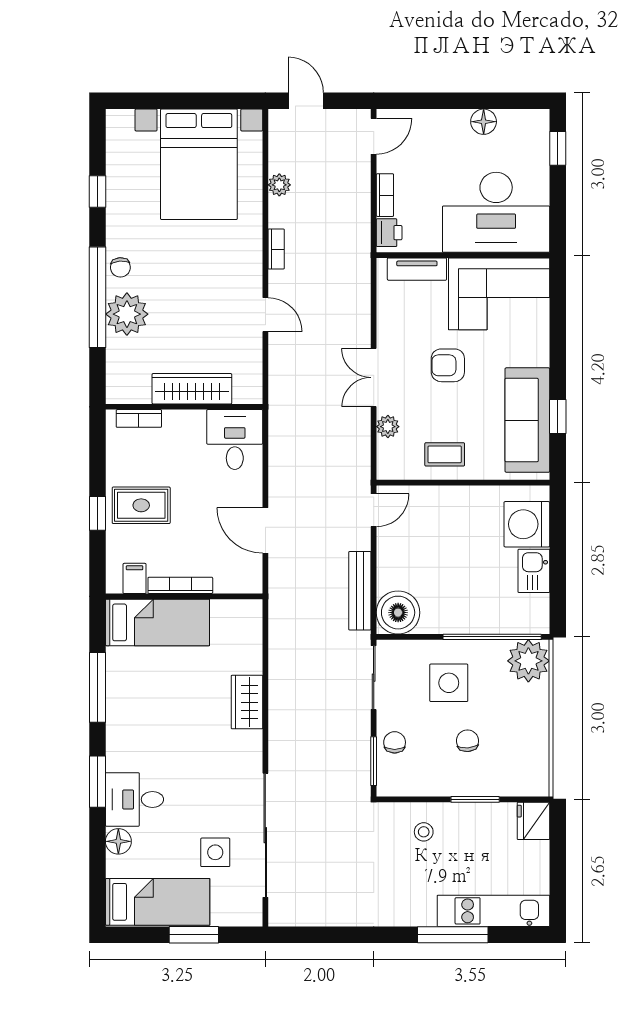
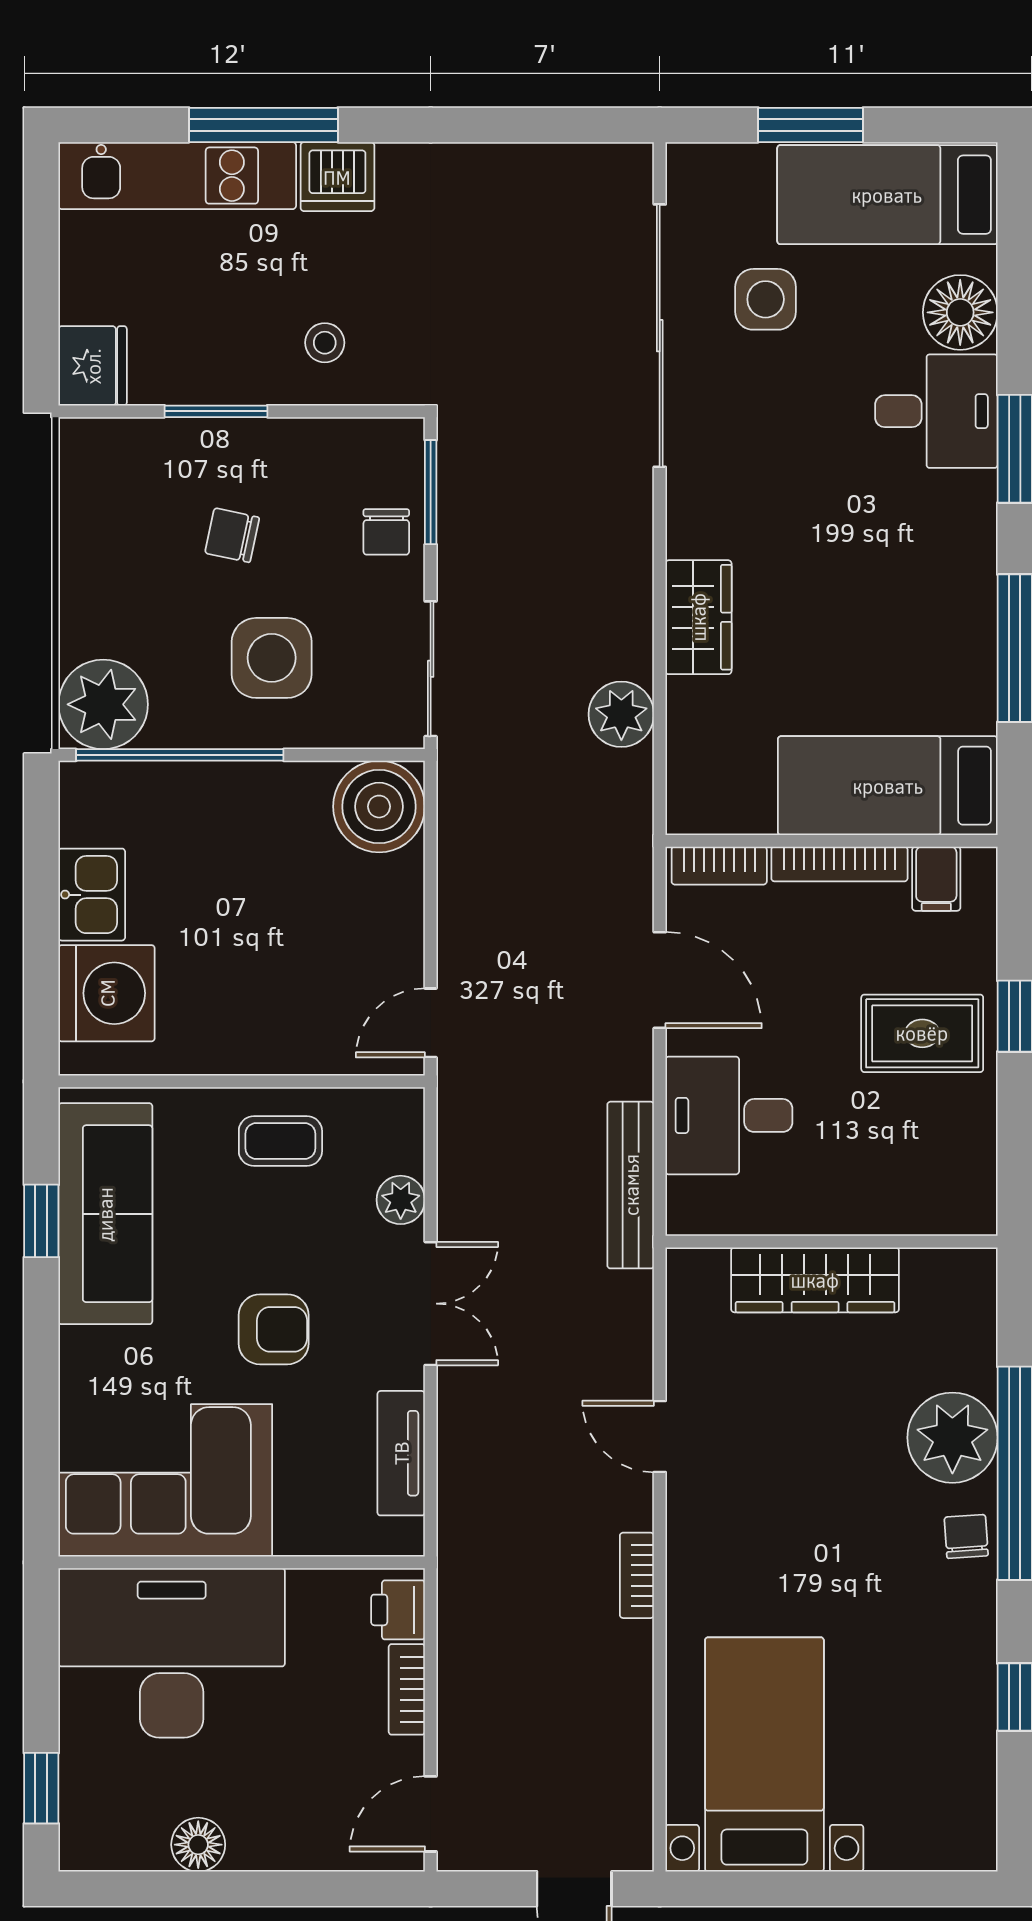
bed with nightstands: (199, 164) -> (764, 1754), width x0.73
plant: (279, 185) -> (621, 714), moved, width x1.38, depth x1.38
tv unit: (417, 269) -> (401, 1453), moved, turned -90
bookcase: (139, 418) -> (719, 866), moved, turned 180
desk: (235, 440) -> (729, 1115), moved, turned 90
bench: (360, 591) -> (631, 1185), moved
chair: (467, 741) -> (232, 535), turned 106
floor lamp: (118, 841) -> (960, 312), width x1.38, depth x1.38
dishwasher: (418, 910) -> (337, 177), added

